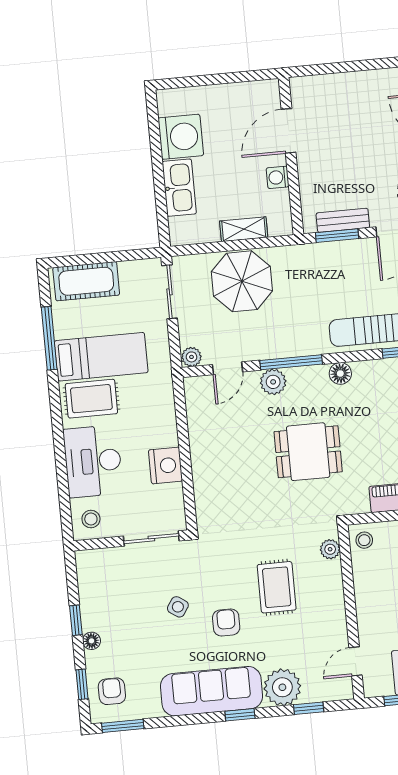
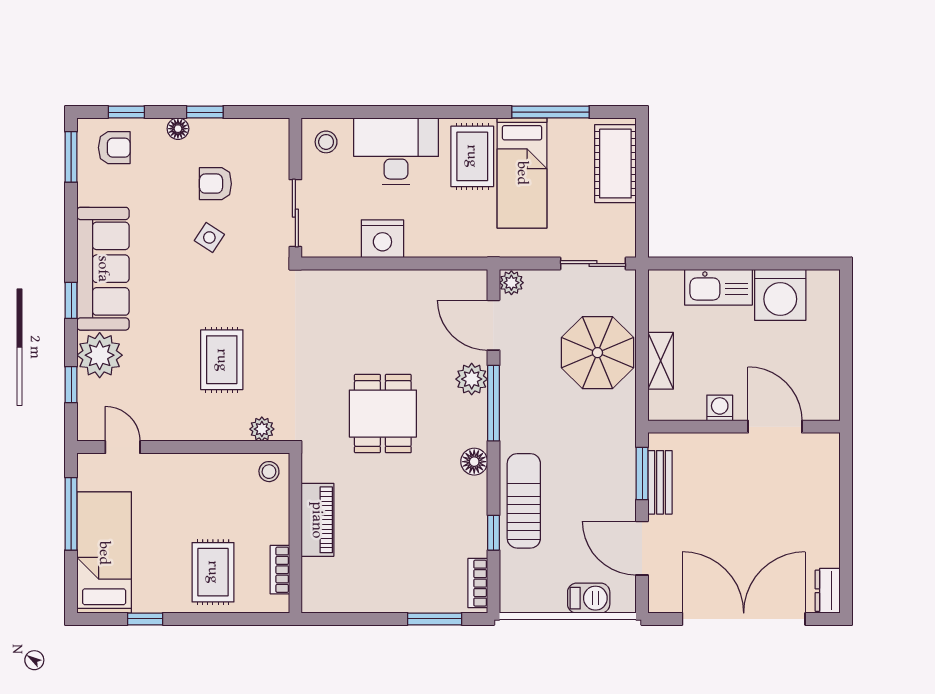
door: (228, 368) -> (493, 325), width x1.38
rug: (277, 587) -> (222, 360), turned 90
armchair: (226, 622) -> (215, 184), moved, turned 180

